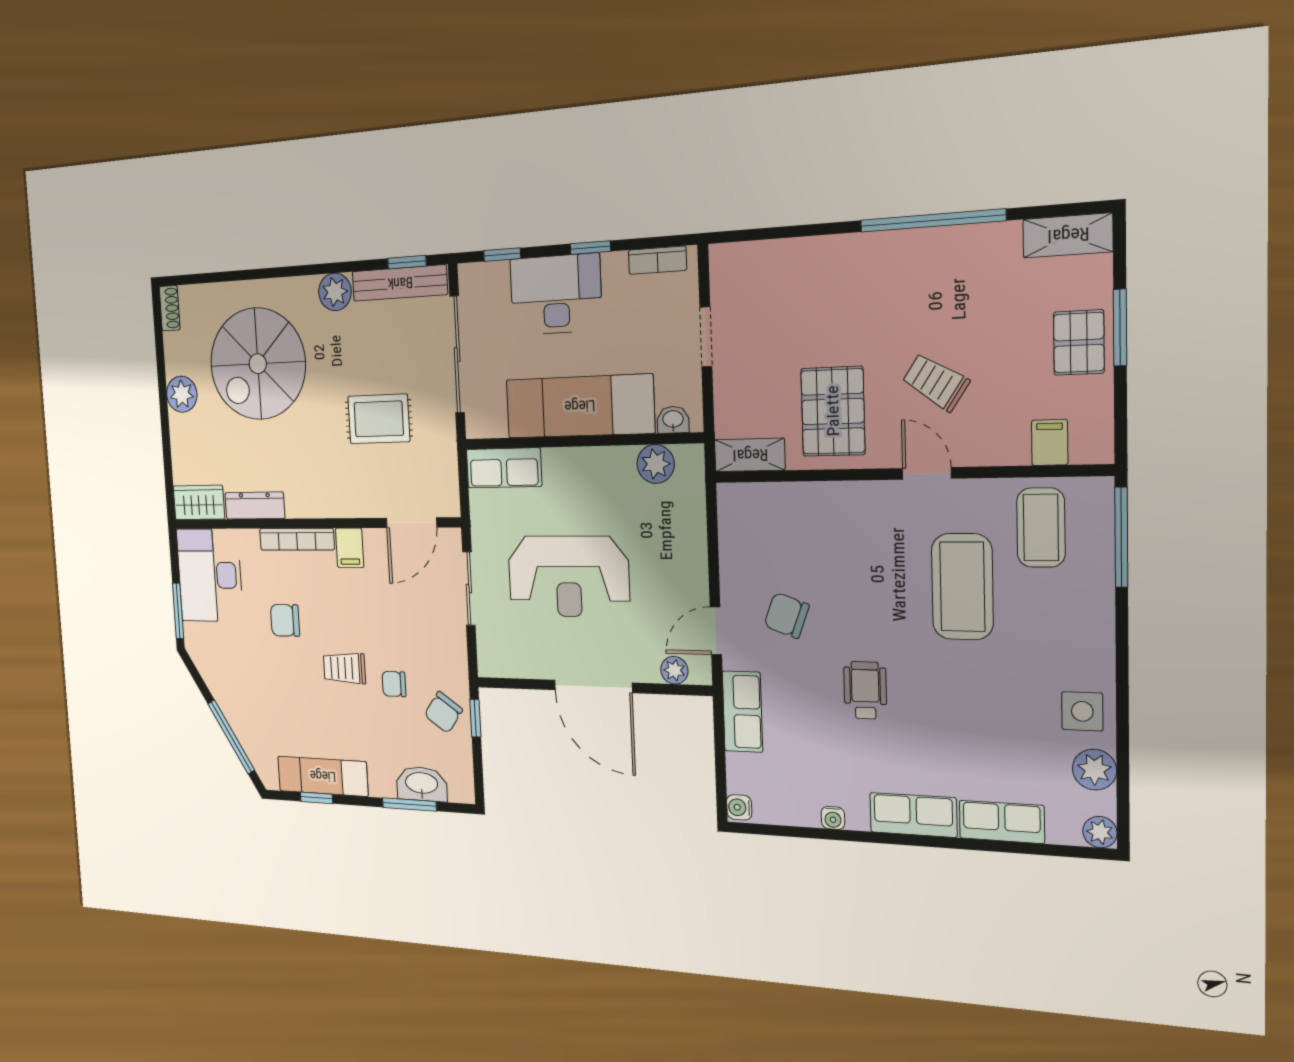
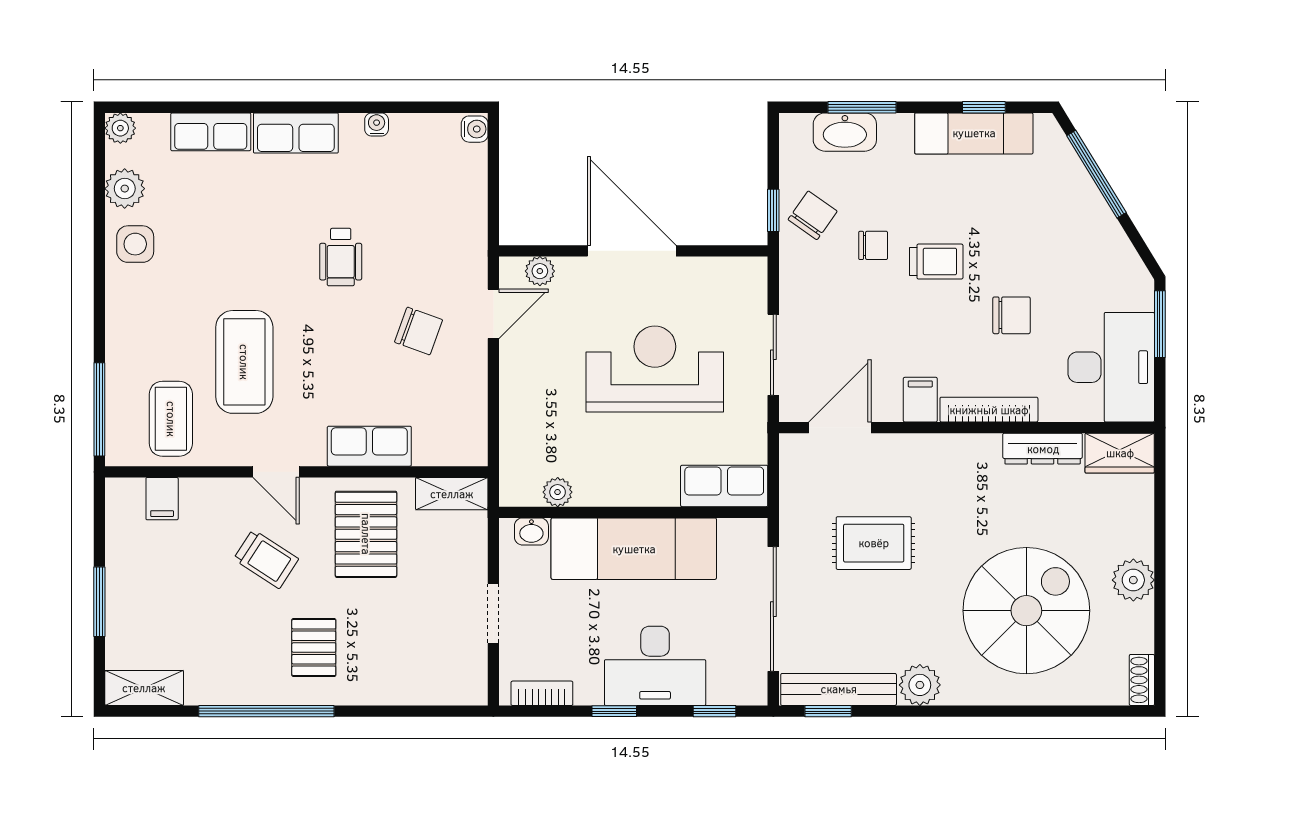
pallet: (1079, 343) -> (314, 648), moved
plant: (656, 464) -> (558, 492), width x0.73, depth x0.73
row of seats: (742, 712) -> (369, 446), moved, turned 90

